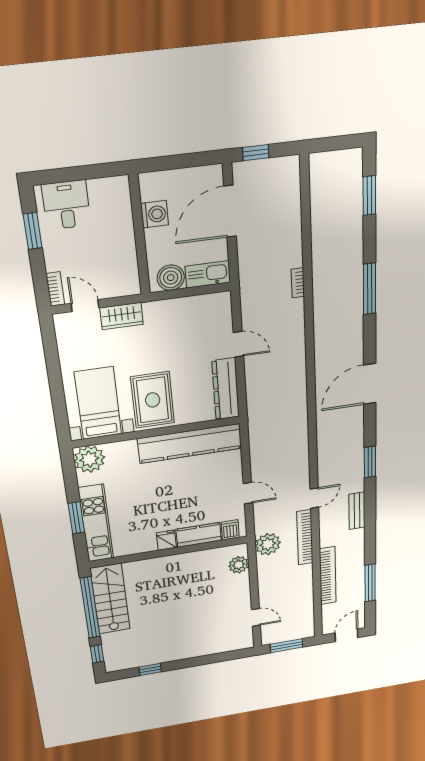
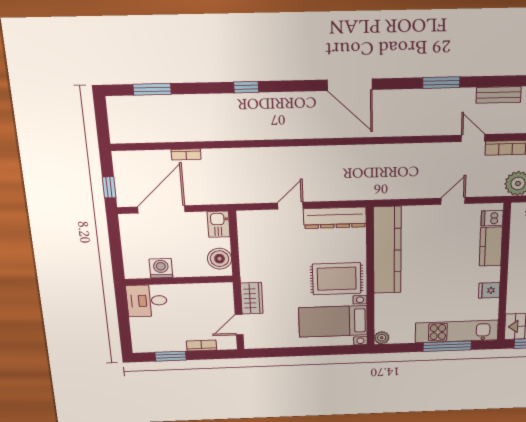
desk: (66, 205) -> (147, 301), moved
door: (230, 211) -> (161, 209), swing flipped
kitchen sink: (208, 274) -> (219, 224), width x0.73
bookcase: (298, 283) -> (186, 154), moved
bookcase: (55, 289) -> (201, 346), moved
window: (370, 289) -> (246, 87), width x0.46
plant: (89, 459) -> (382, 338), width x0.53, depth x0.53
window: (76, 518) -> (447, 346), width x1.44
fridge: (166, 540) -> (489, 290), moved

